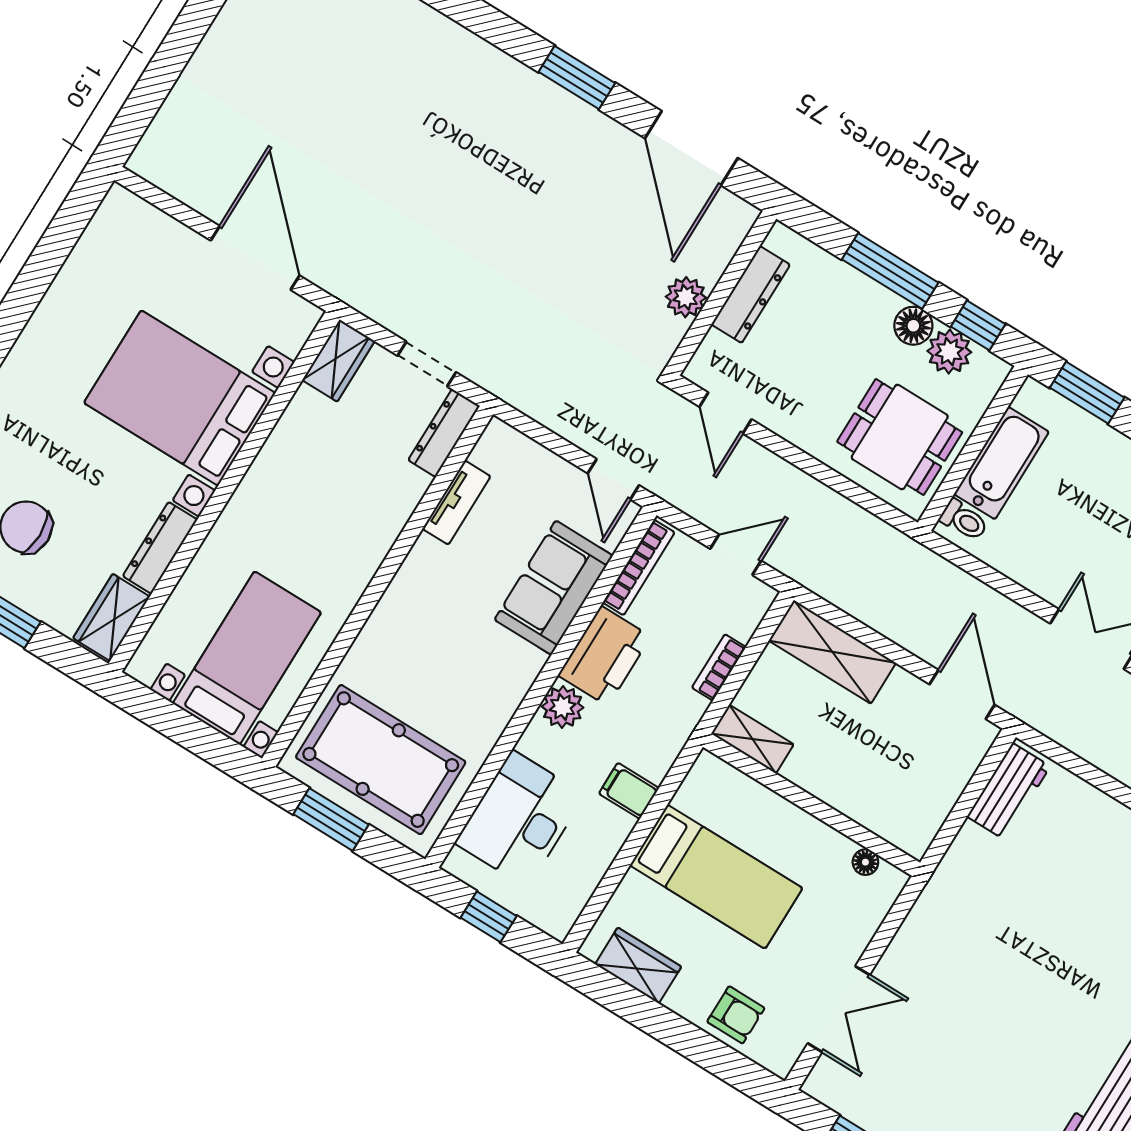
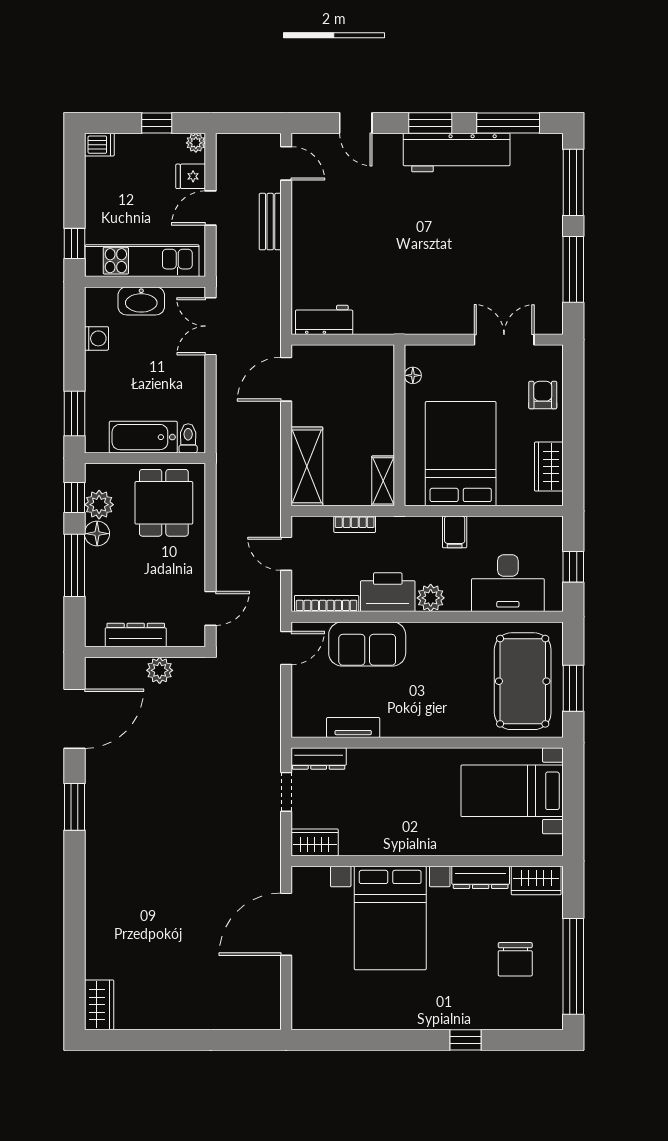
bed: (716, 877) -> (461, 454), width x1.50

